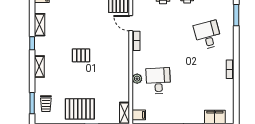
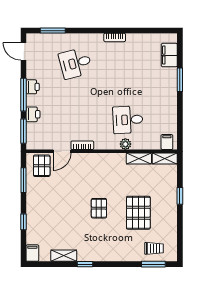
shelving: (39, 67) -> (139, 158), moved
pallet: (80, 109) -> (138, 213), moved

